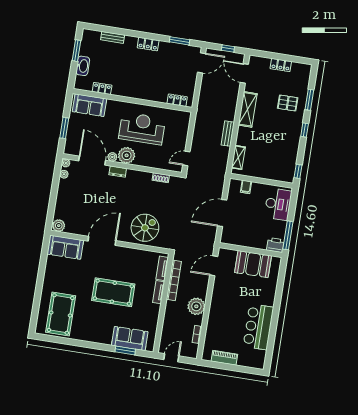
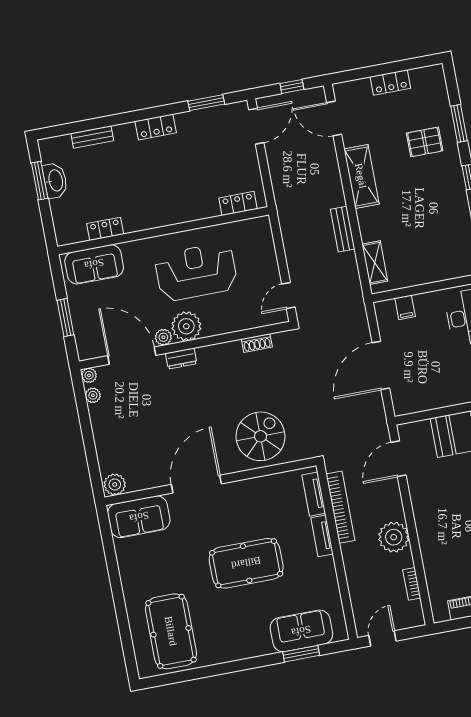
washbasin: (83, 66) -> (55, 181), moved

